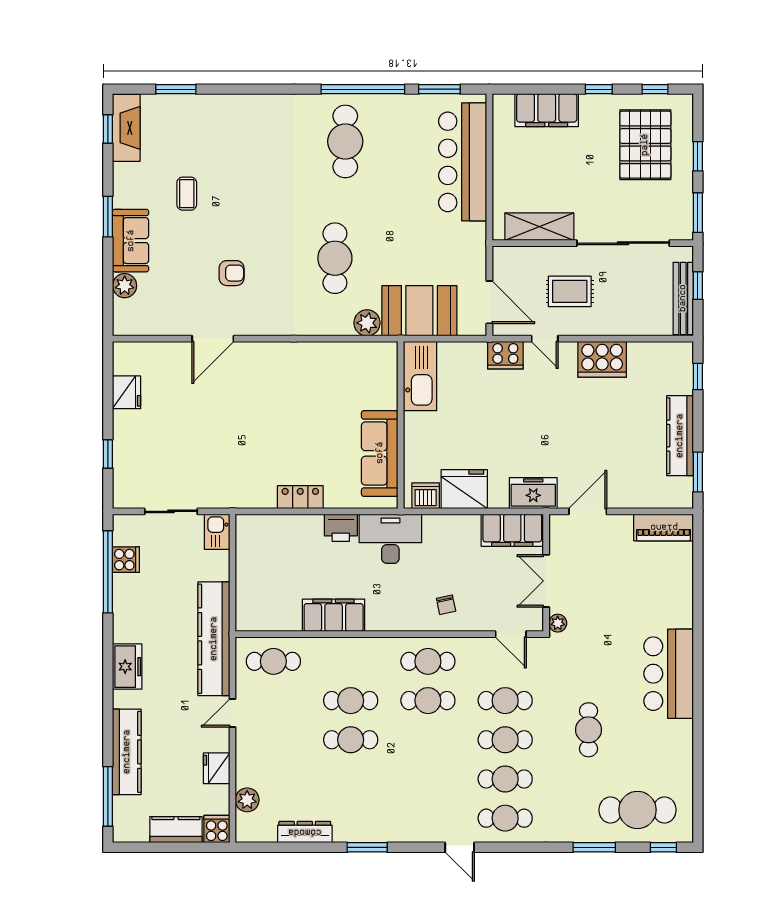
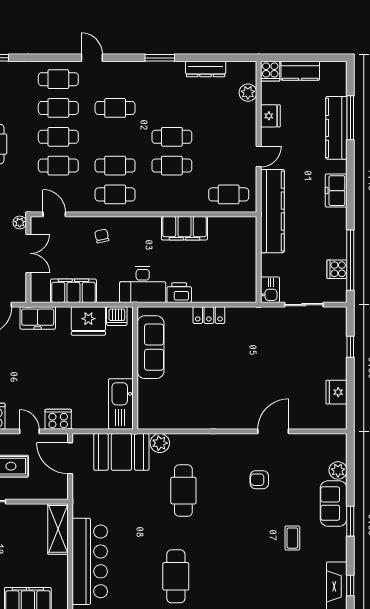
shelving: (539, 227) -> (58, 529), moved, turned 90
filing cabinet: (512, 530) -> (73, 291), moved
cafe table: (428, 779) -> (115, 108), added
window: (108, 796) -> (350, 118), moved

